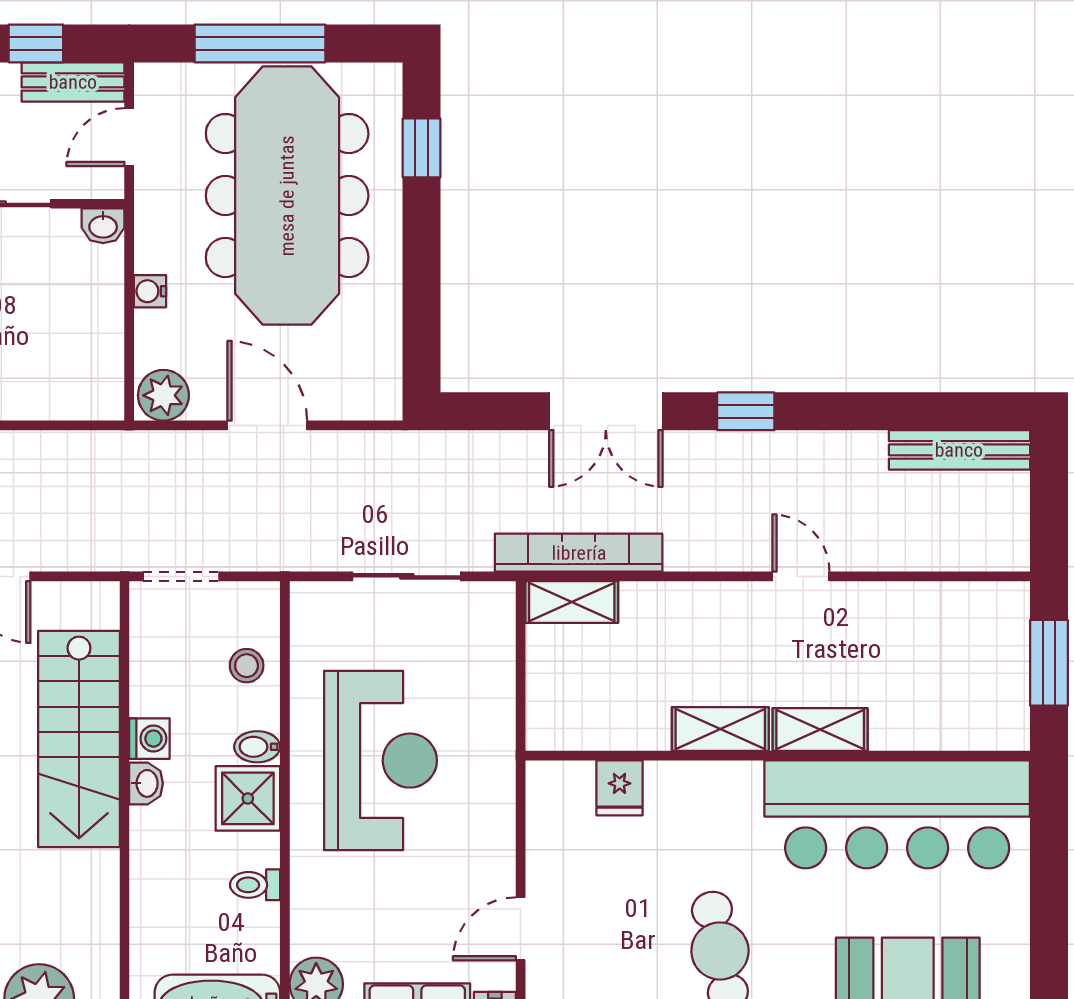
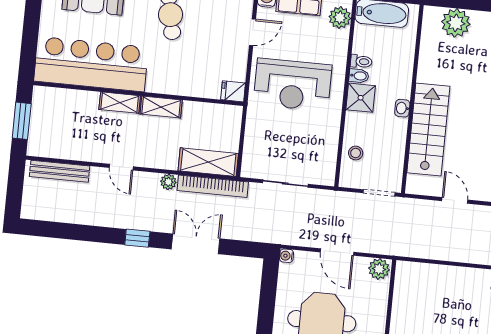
water cooler: (150, 291) -> (286, 256), moved, turned 180
bench: (959, 450) -> (60, 171), moved
plant: (685, 553) -> (168, 182), added
shelving: (572, 602) -> (208, 162), width x1.50, depth x1.33
washing machine: (149, 739) -> (399, 127), removed
bidet: (257, 747) -> (359, 76), moved
reception desk: (380, 761) -> (293, 85), moved, turned -90
fridge: (620, 788) -> (233, 91), moved, turned -90

